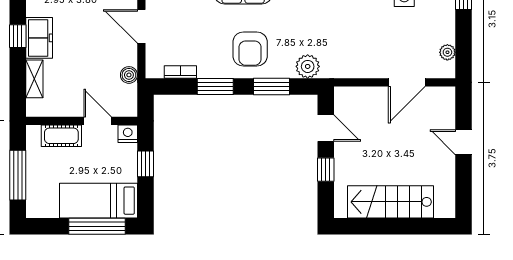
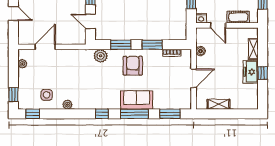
door: (141, 26) -> (194, 78), hinge flipped

